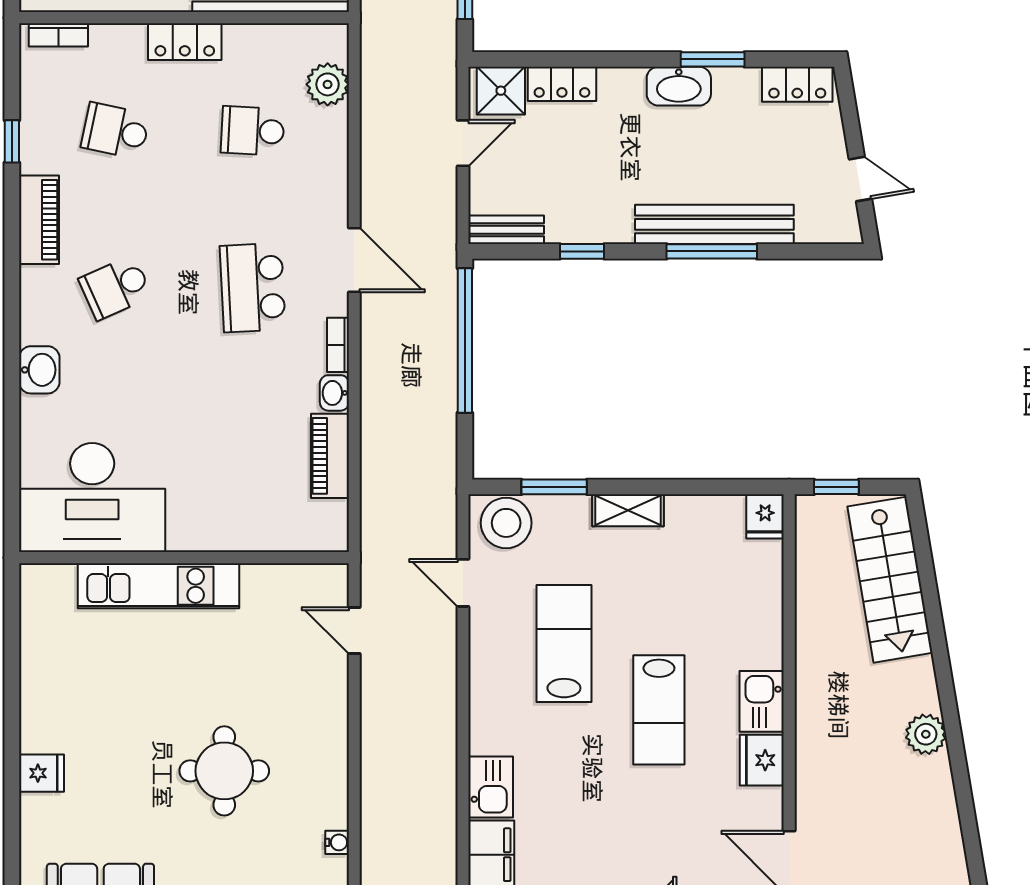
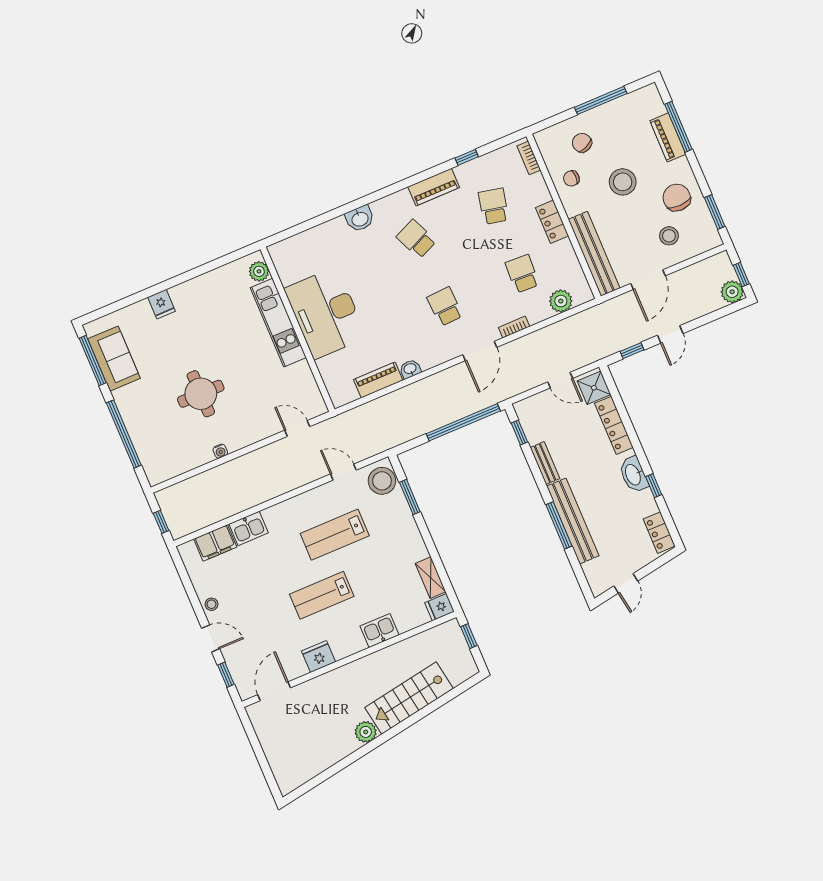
window: (713, 59) -> (654, 486), width x0.67
locker: (562, 84) -> (614, 425), width x1.53
bench: (506, 230) -> (545, 463), moved
window: (582, 251) -> (519, 432), moved
school desk: (253, 288) -> (445, 307), width x0.54
bookcase: (338, 345) -> (514, 327), moved
desk: (92, 497) -> (326, 313), moved
shelving: (628, 510) -> (430, 578), moved
stairs: (890, 580) -> (409, 698), moved
plant: (56, 582) -> (259, 271), added
door: (463, 583) -> (343, 472), hinge flipped
door: (354, 630) -> (297, 428), hinge flipped
lab bench: (564, 644) -> (335, 535), turned 180
kitchen sink: (762, 701) -> (380, 631), moved
water cooler: (337, 842) -> (220, 451), moved

